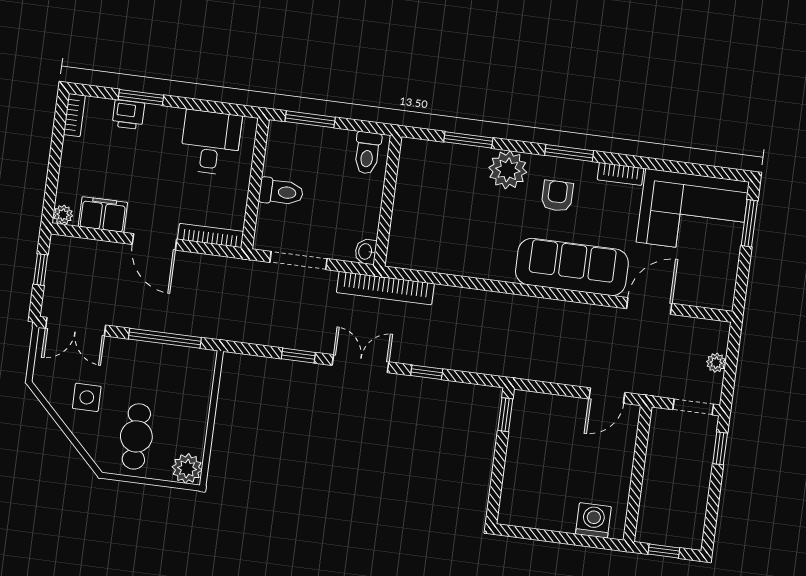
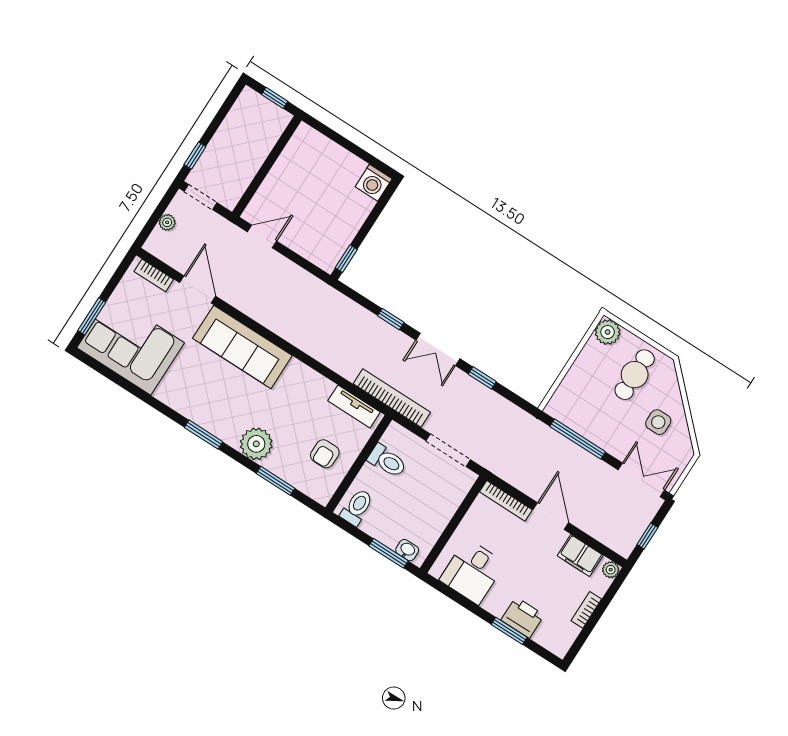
bookcase: (74, 115) -> (586, 610), moved
printer: (128, 115) -> (523, 618), width x1.36, depth x1.24
bookcase: (620, 174) -> (154, 275), moved, turned 180
toilet: (281, 192) -> (387, 461), moved, turned 180
armchair: (557, 196) -> (325, 454), moved
washbasin: (366, 251) -> (407, 550), moved, turned -90
tv unit: (422, 260) -> (354, 406), added
door: (649, 306) -> (198, 289), swing flipped
washing machine: (593, 520) -> (374, 183), moved

